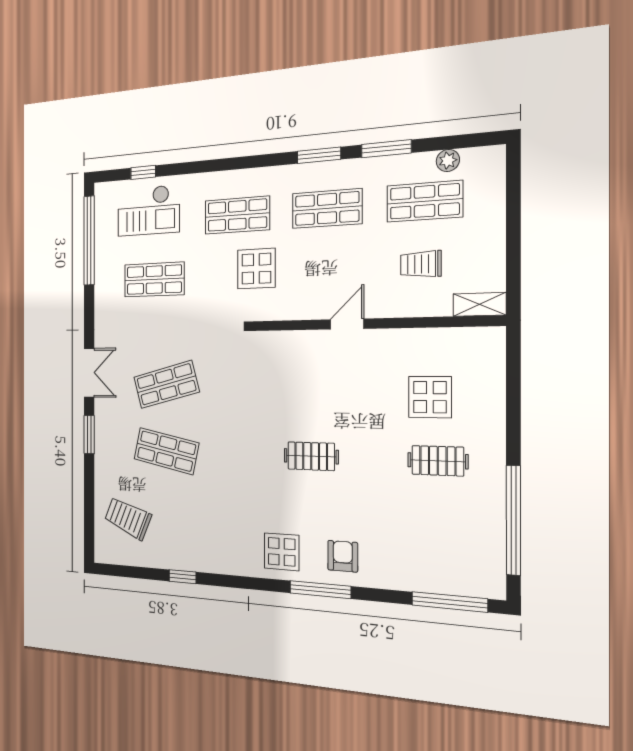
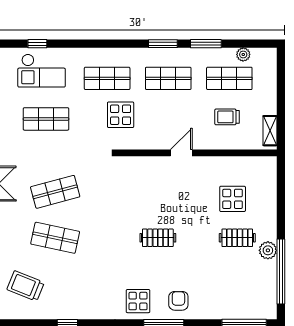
shelving: (480, 304) -> (270, 131), moved, turned 90
plant: (490, 484) -> (268, 250), added

